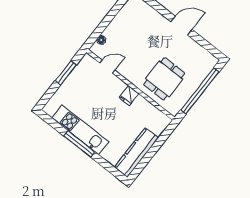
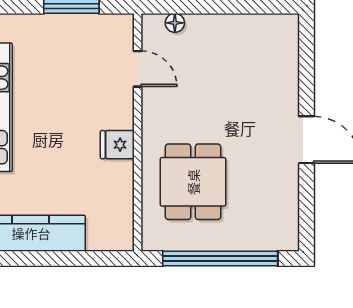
dining table: (164, 79) -> (193, 182), turned 90

